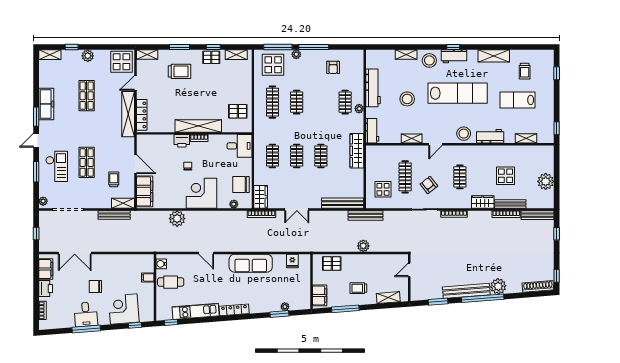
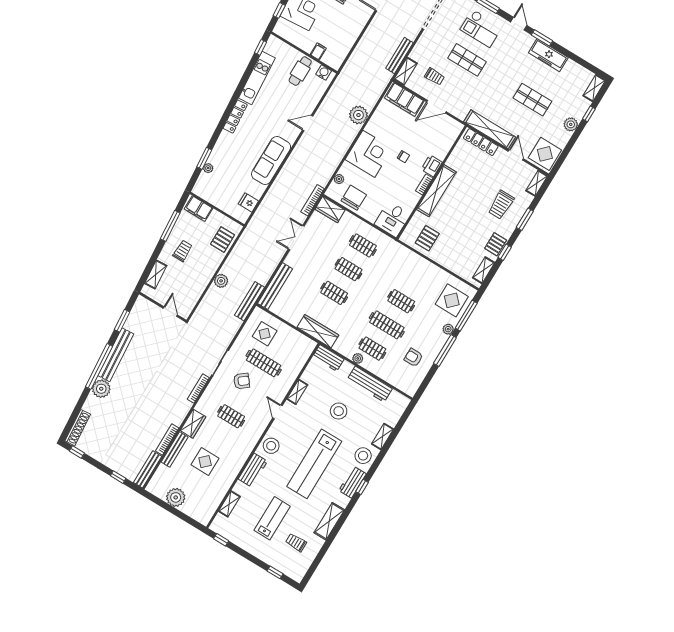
clothes rail: (272, 102) -> (387, 325), moved

